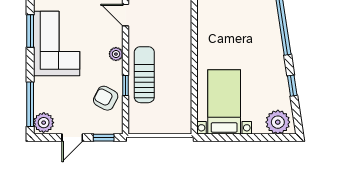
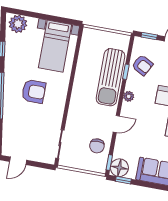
door: (125, 15) -> (116, 124), hinge flipped
armchair: (241, 38) -> (34, 91), added
sun lounger: (144, 75) -> (110, 77), width x1.36, depth x1.34

